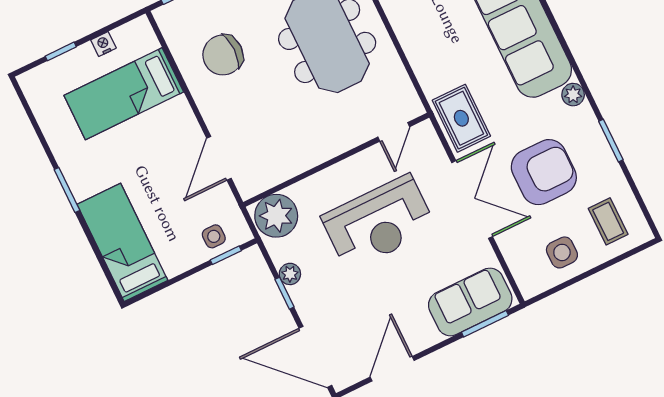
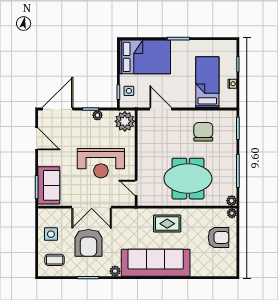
rug: (461, 118) -> (167, 224), moved
reception desk: (379, 223) -> (101, 163), turned -90
bed: (122, 242) -> (145, 57), width x1.50

